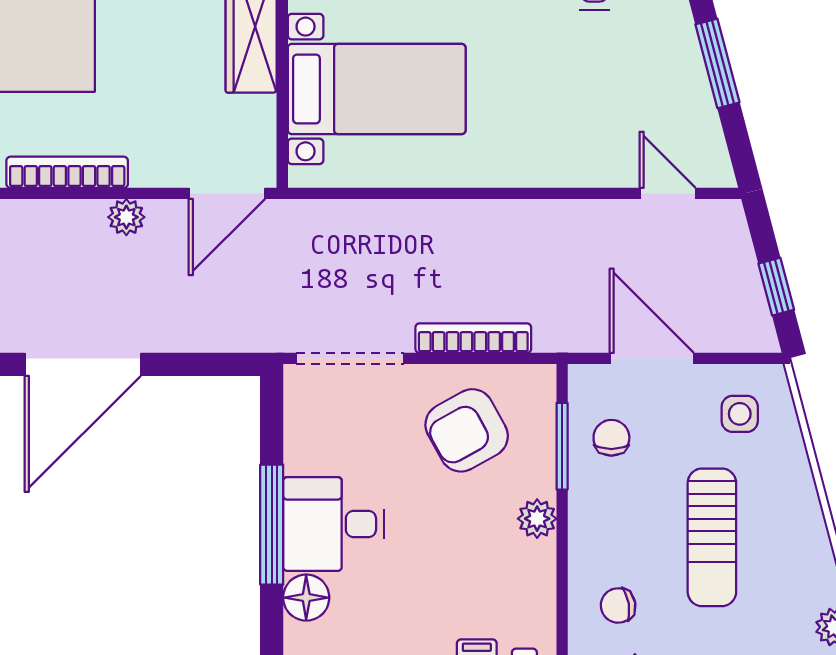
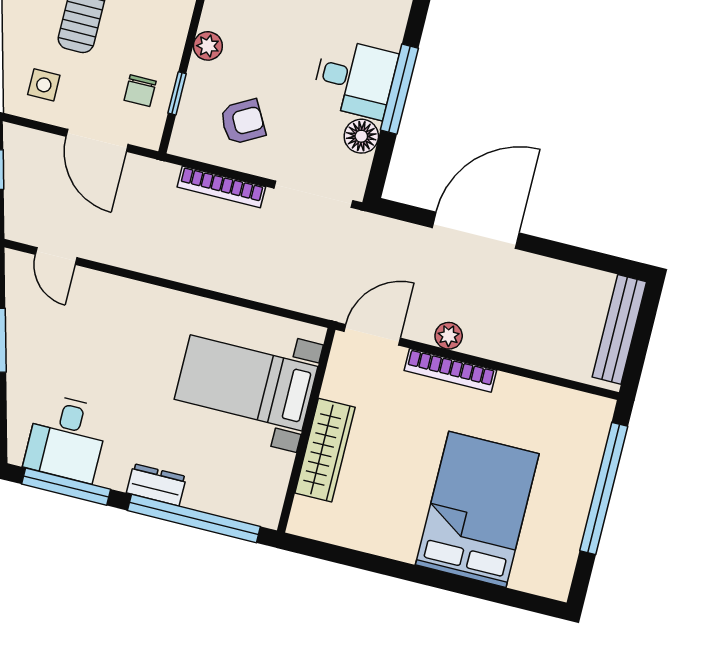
bookcase: (67, 172) -> (450, 370), moved
door: (83, 364) -> (476, 230), moved
armchair: (467, 430) -> (243, 122), width x0.72, depth x0.72
window: (562, 446) -> (177, 93), width x0.67
floor lamp: (306, 598) -> (361, 136), moved

